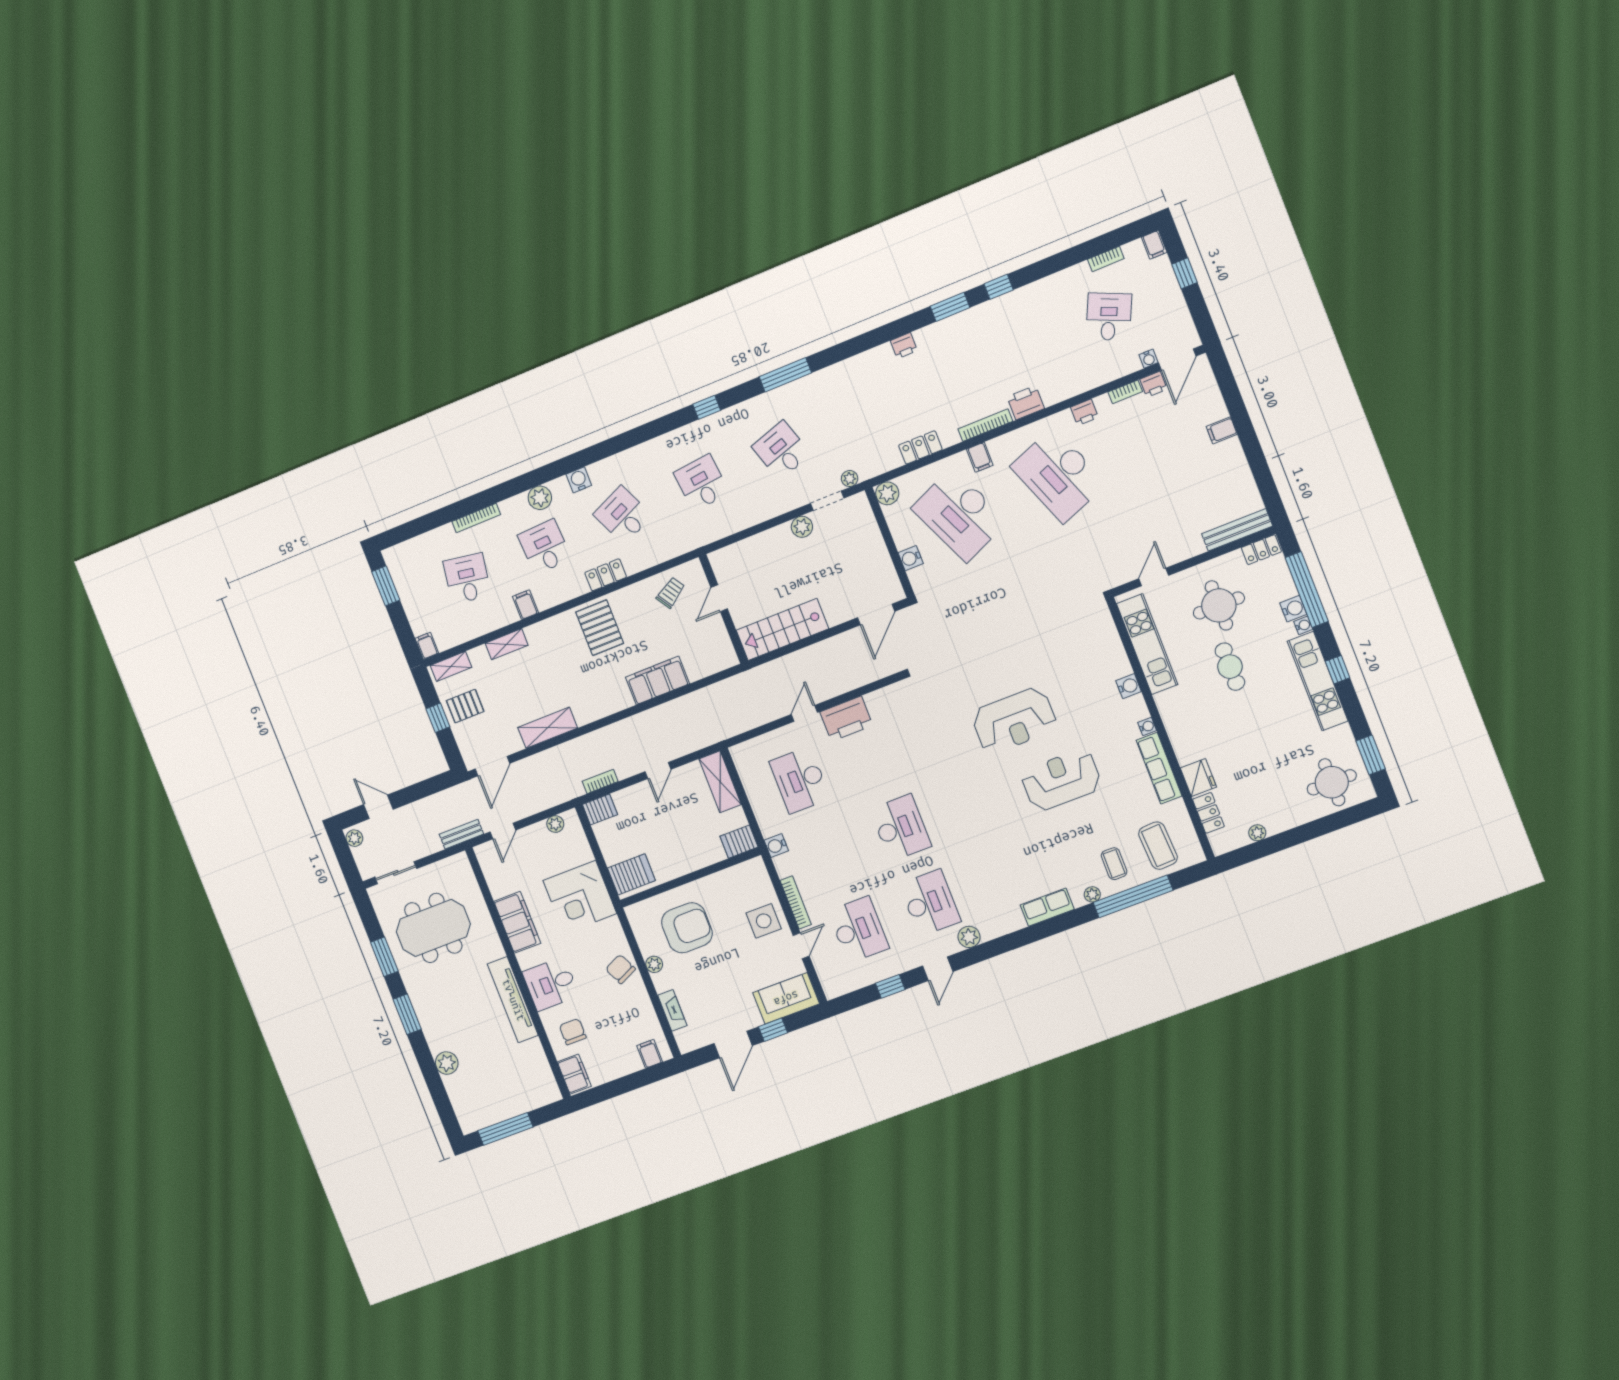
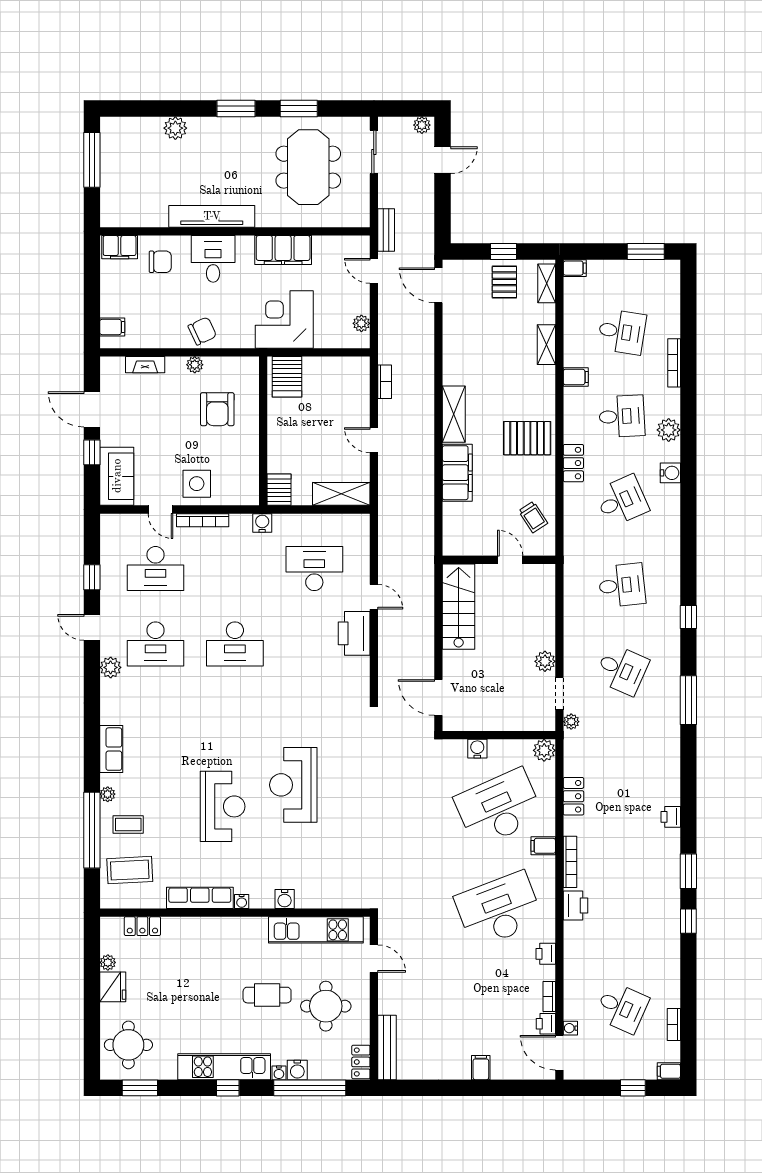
desk: (781, 450) -> (622, 670), turned 42
shelving: (548, 728) -> (454, 414), moved
fridge: (1198, 778) -> (113, 987), moved, turned -90
server rack: (600, 809) -> (359, 371), removed
armchair: (687, 928) -> (217, 409), width x0.73, depth x0.73

